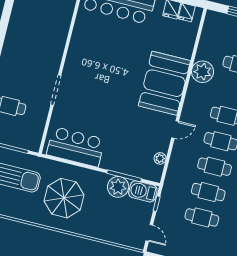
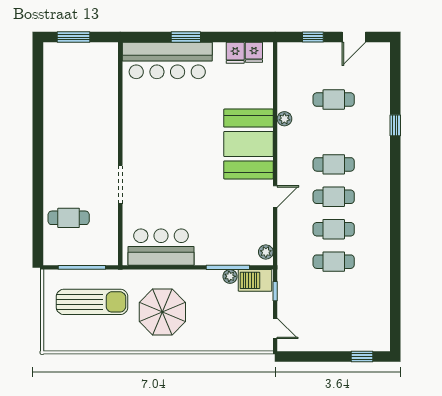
plant: (202, 72) -> (284, 119), width x0.53, depth x0.53
plant: (160, 158) -> (266, 252), moved
plant: (118, 187) -> (230, 276), width x0.53, depth x0.53
cafe table: (202, 217) -> (334, 294), removed

